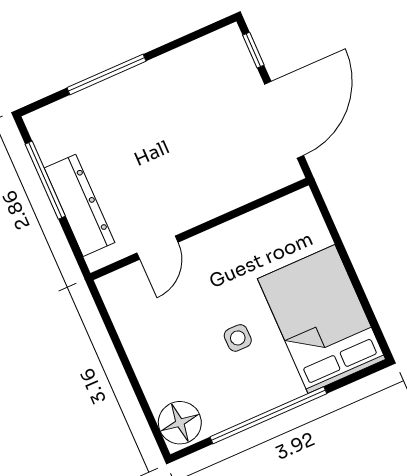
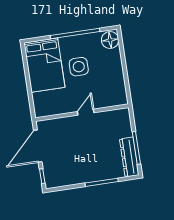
dresser: (79, 205) -> (129, 157), moved
door: (157, 248) -> (86, 112), moved
side table: (238, 338) -> (79, 67), width x1.87, depth x1.87

